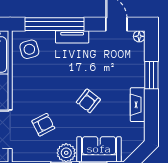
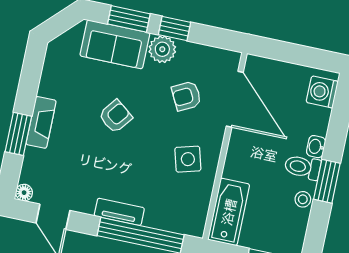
side table: (29, 49) -> (188, 159), moved
fireplace: (138, 105) -> (41, 122), moved

